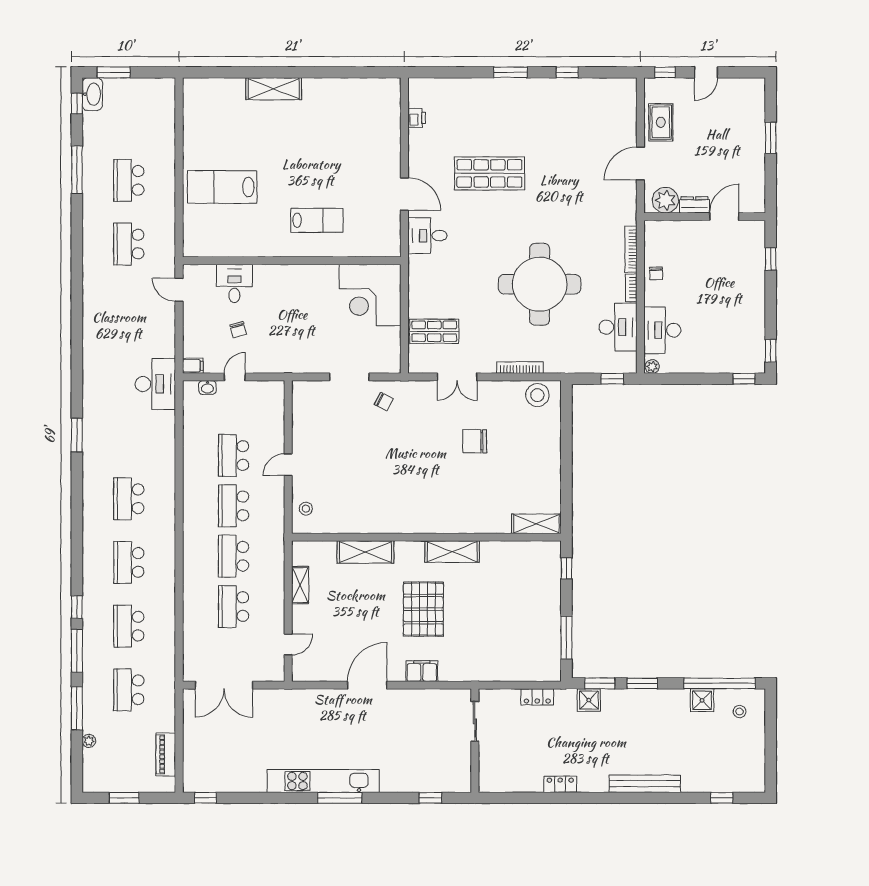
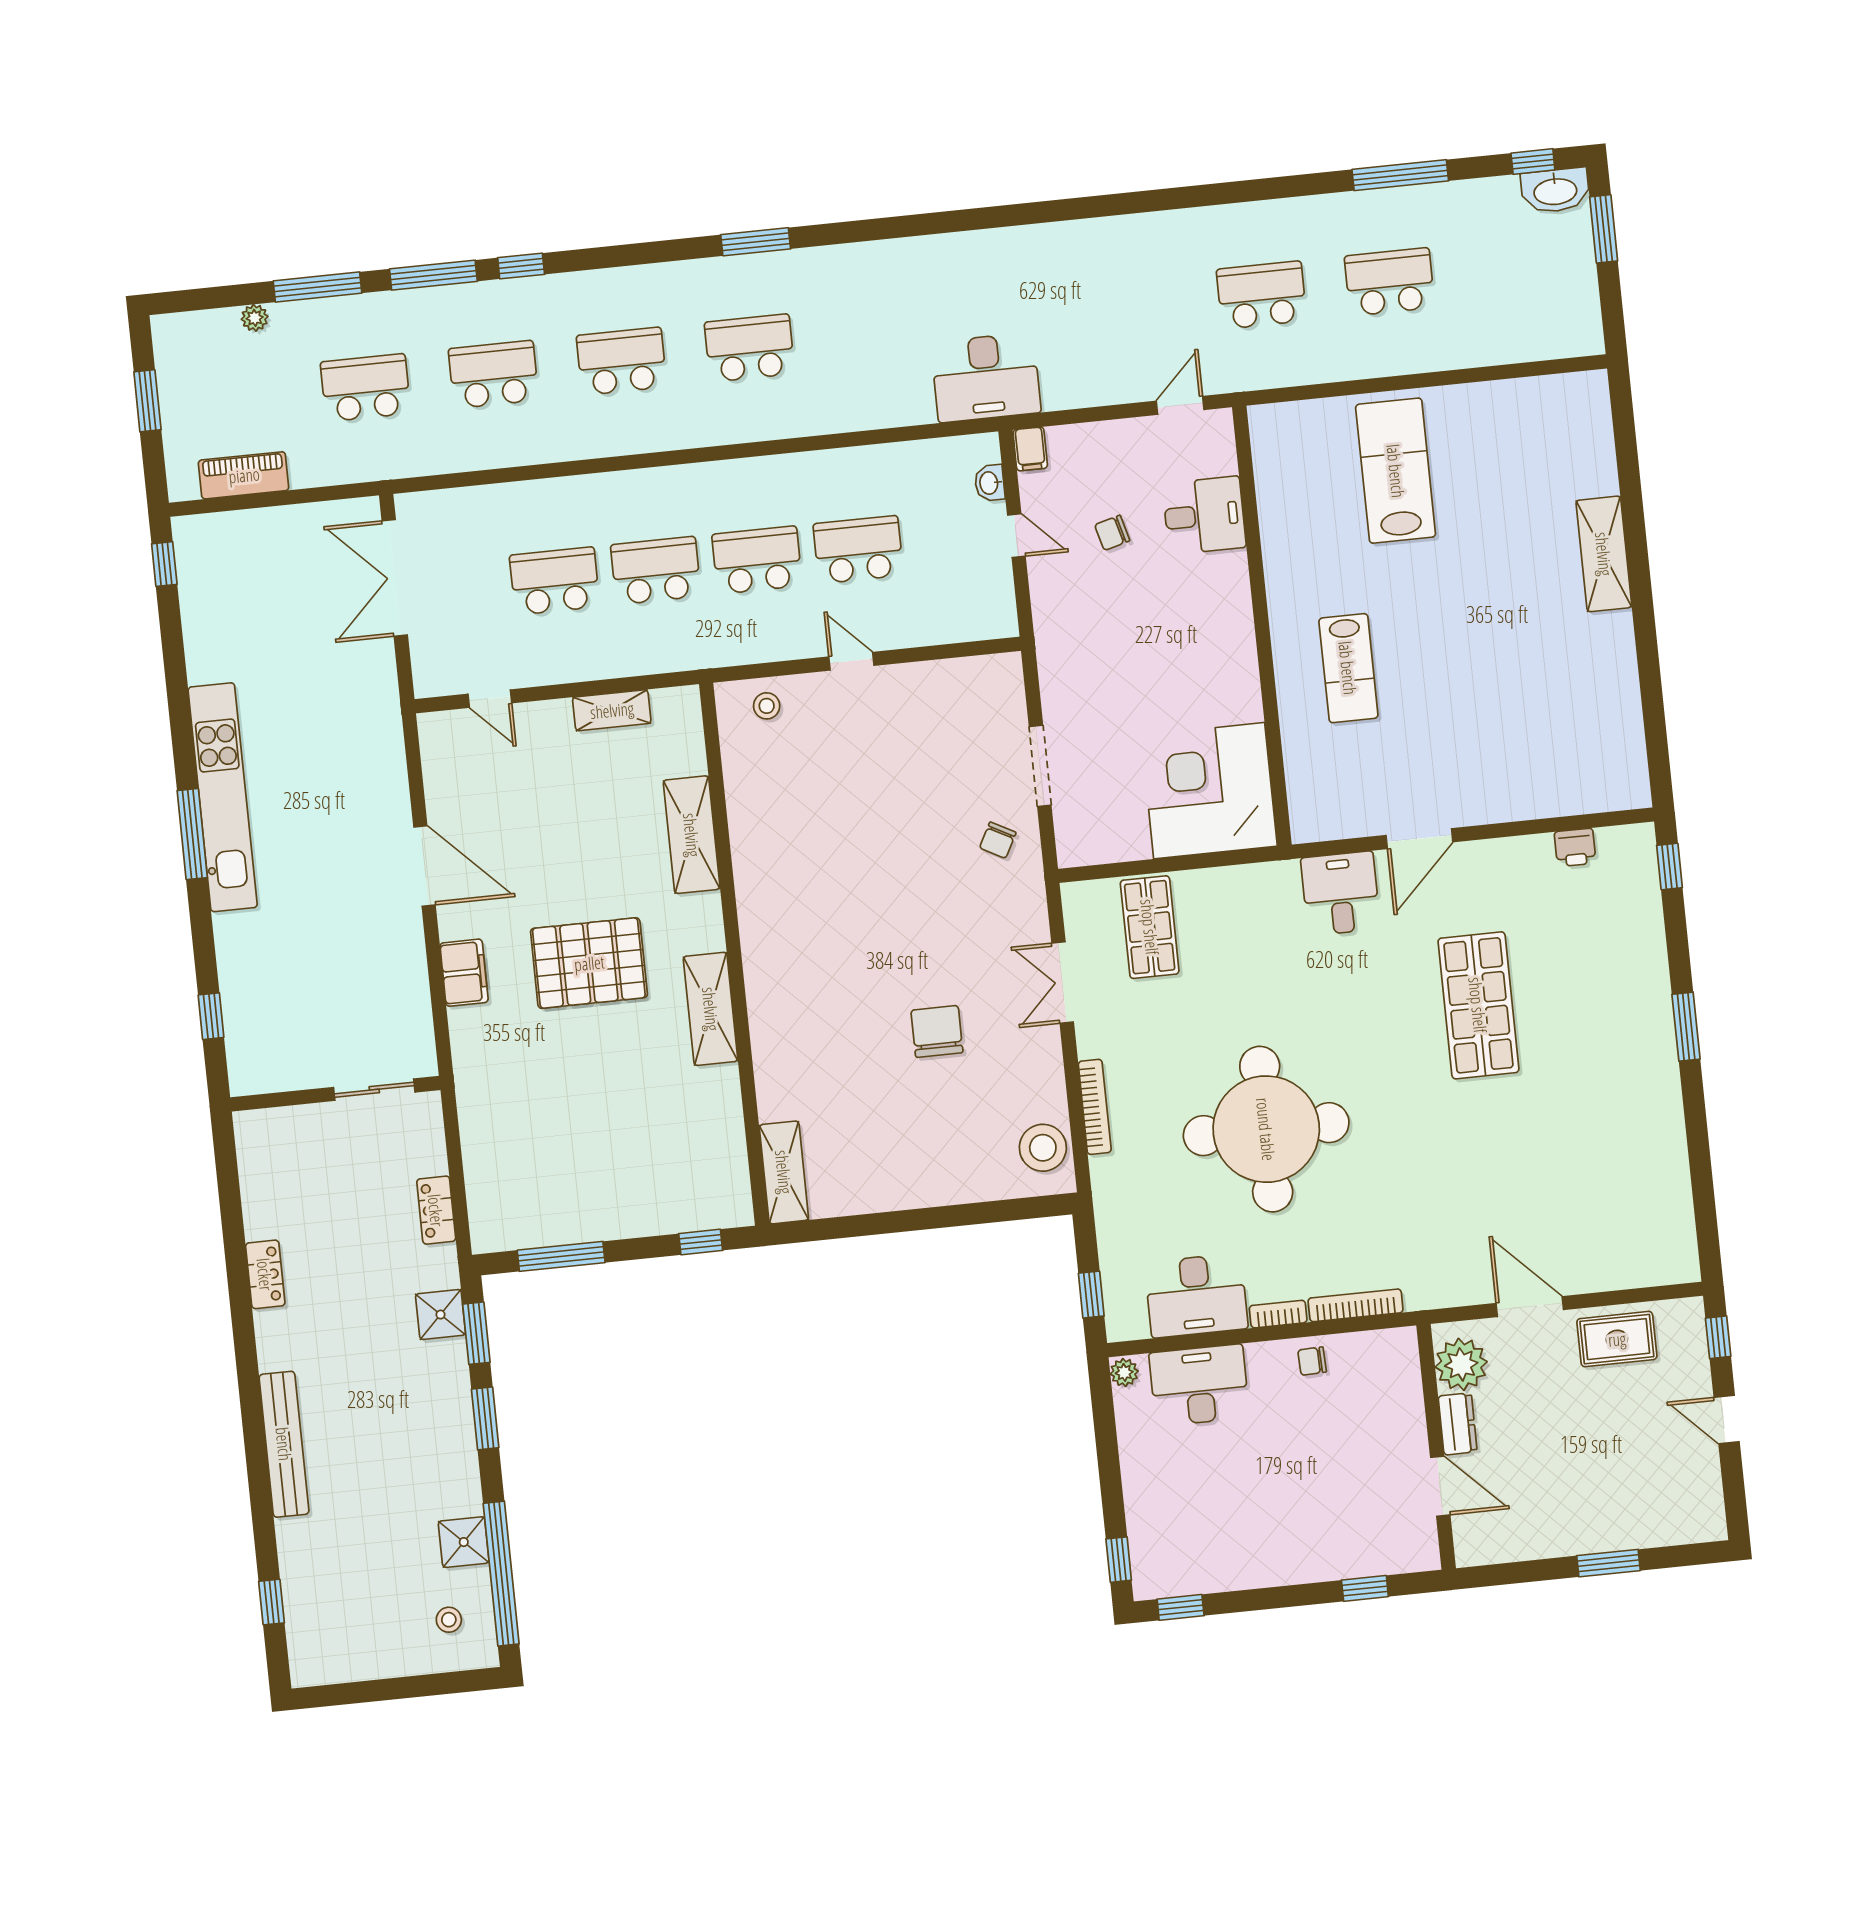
window: (567, 72) -> (1669, 866), moved
window: (77, 435) -> (756, 242), moved

